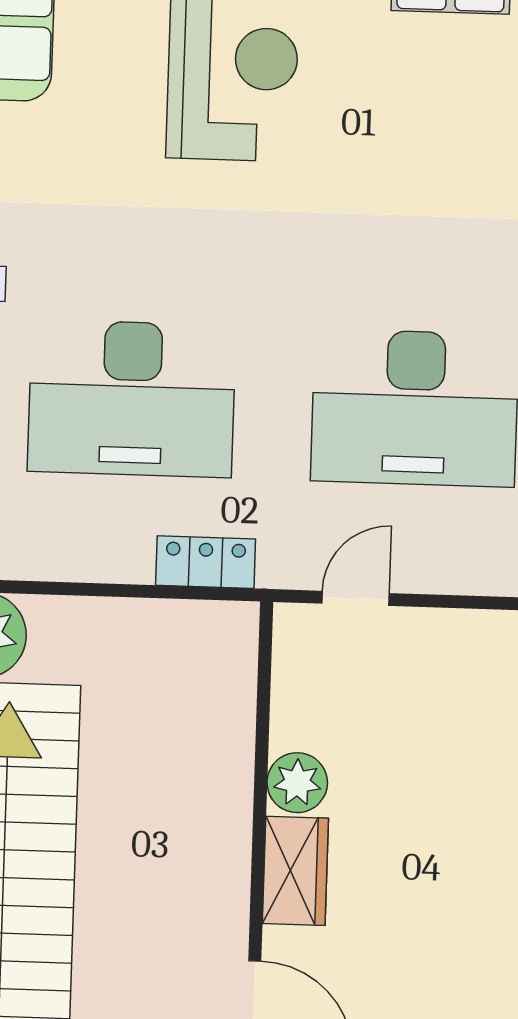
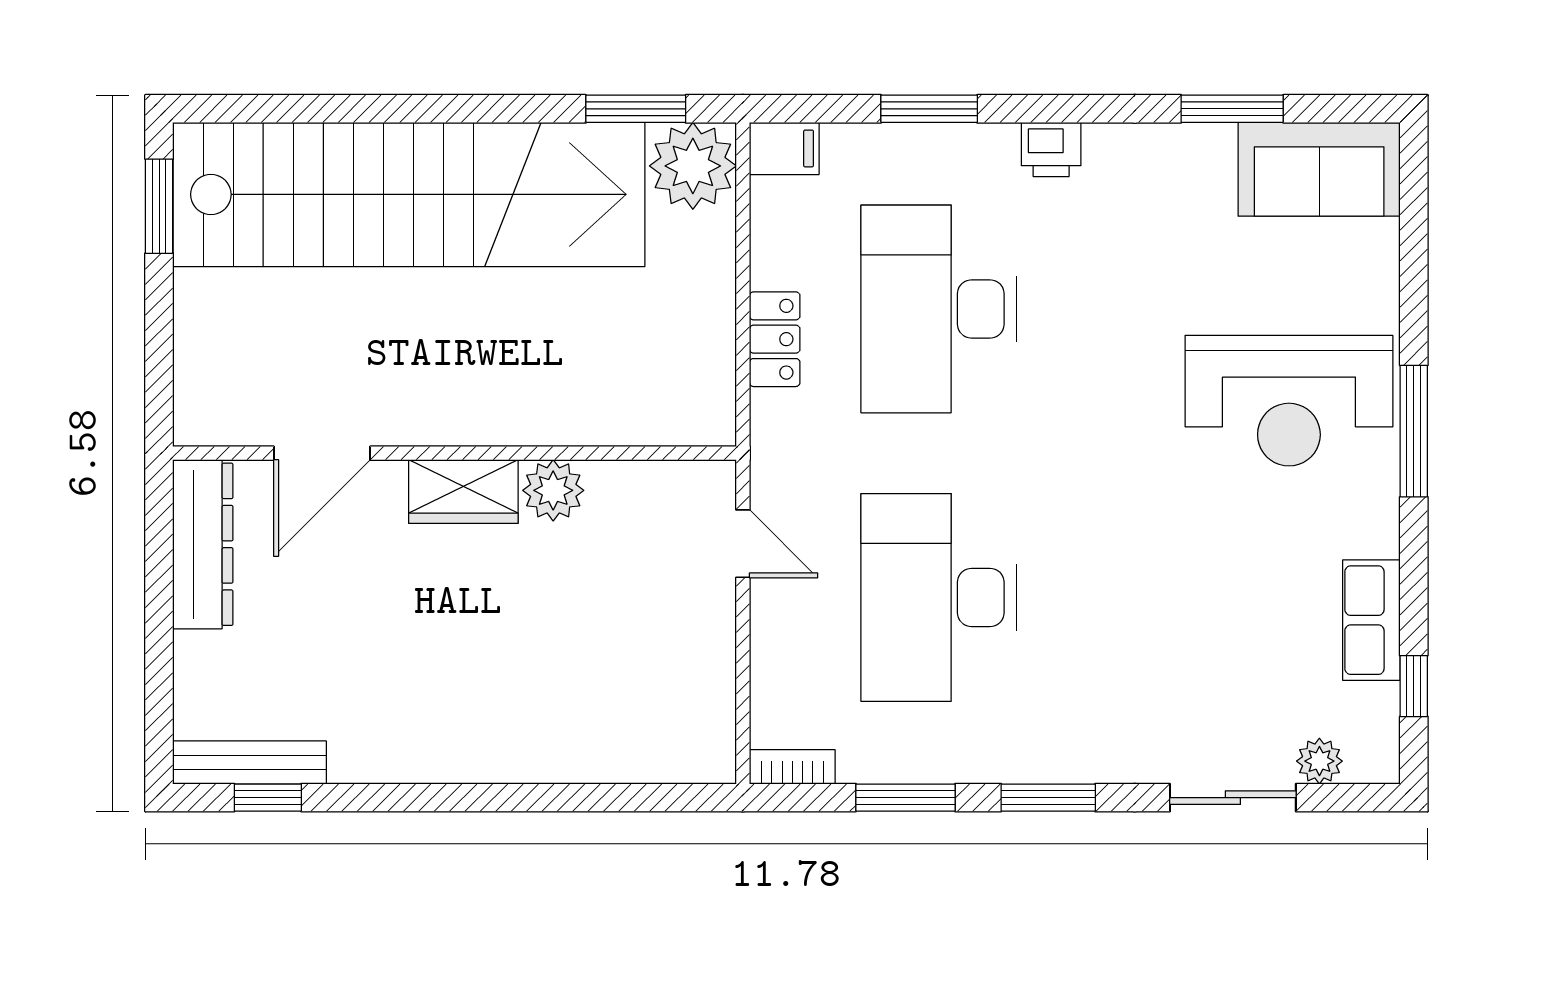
locker: (206, 562) -> (775, 339), moved

